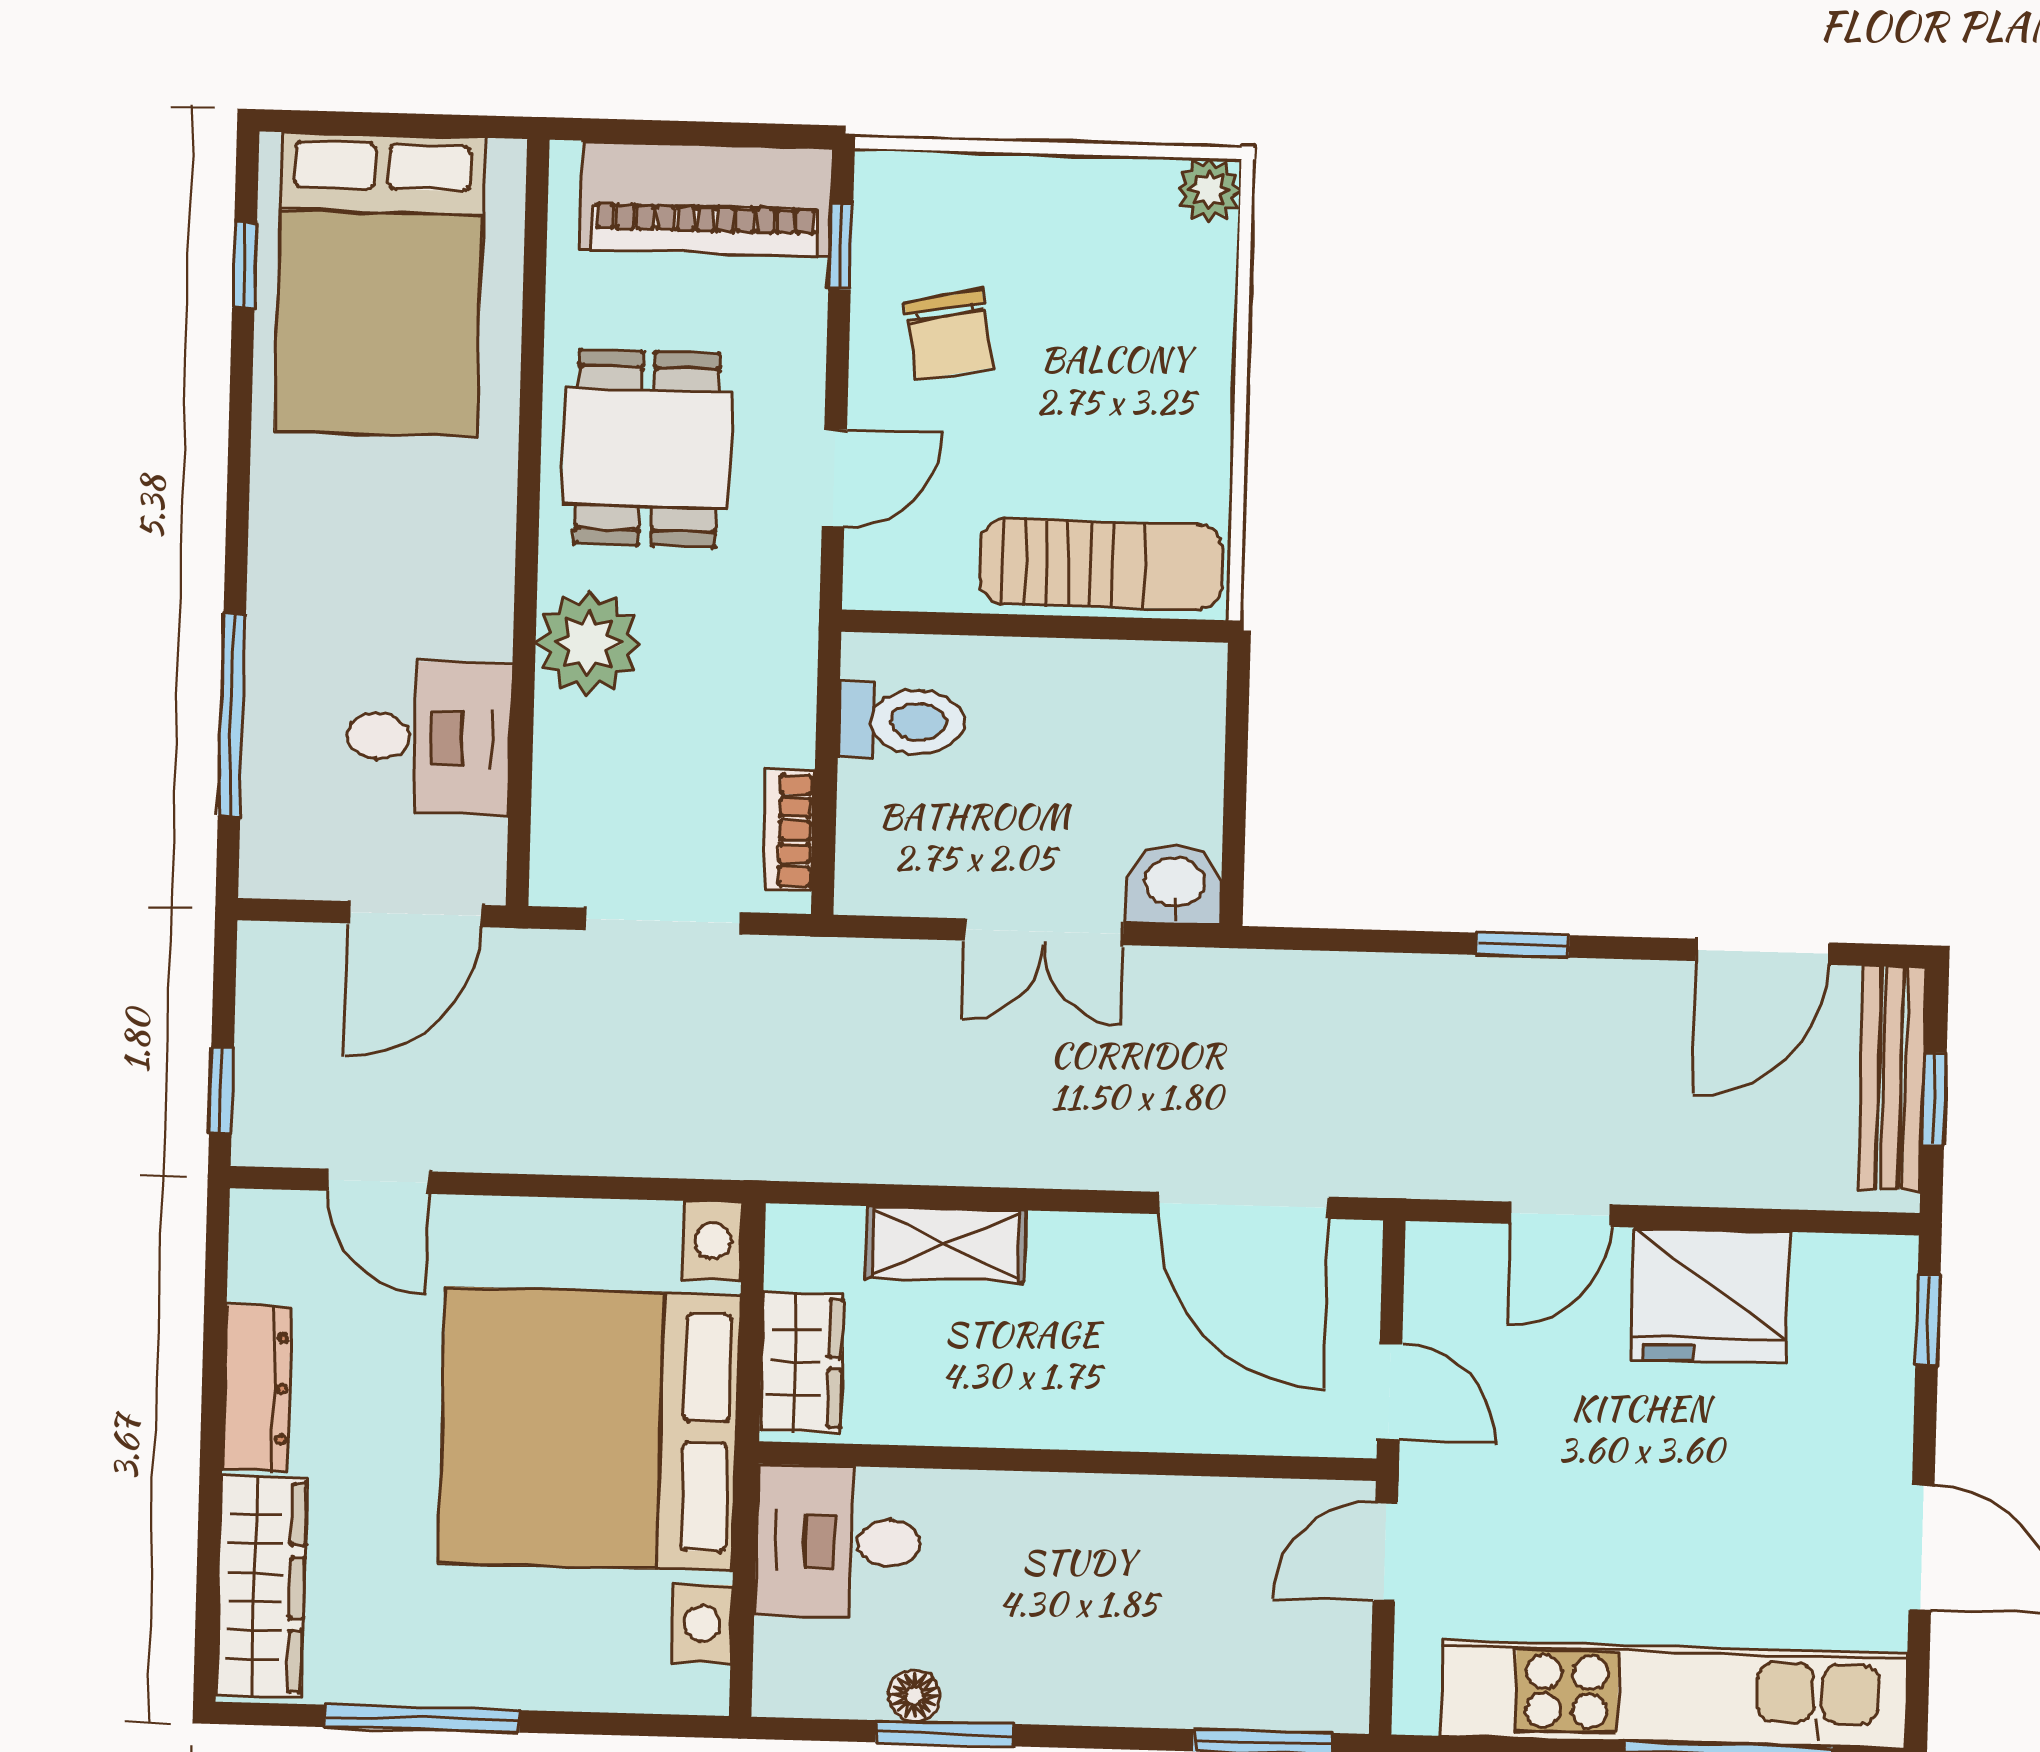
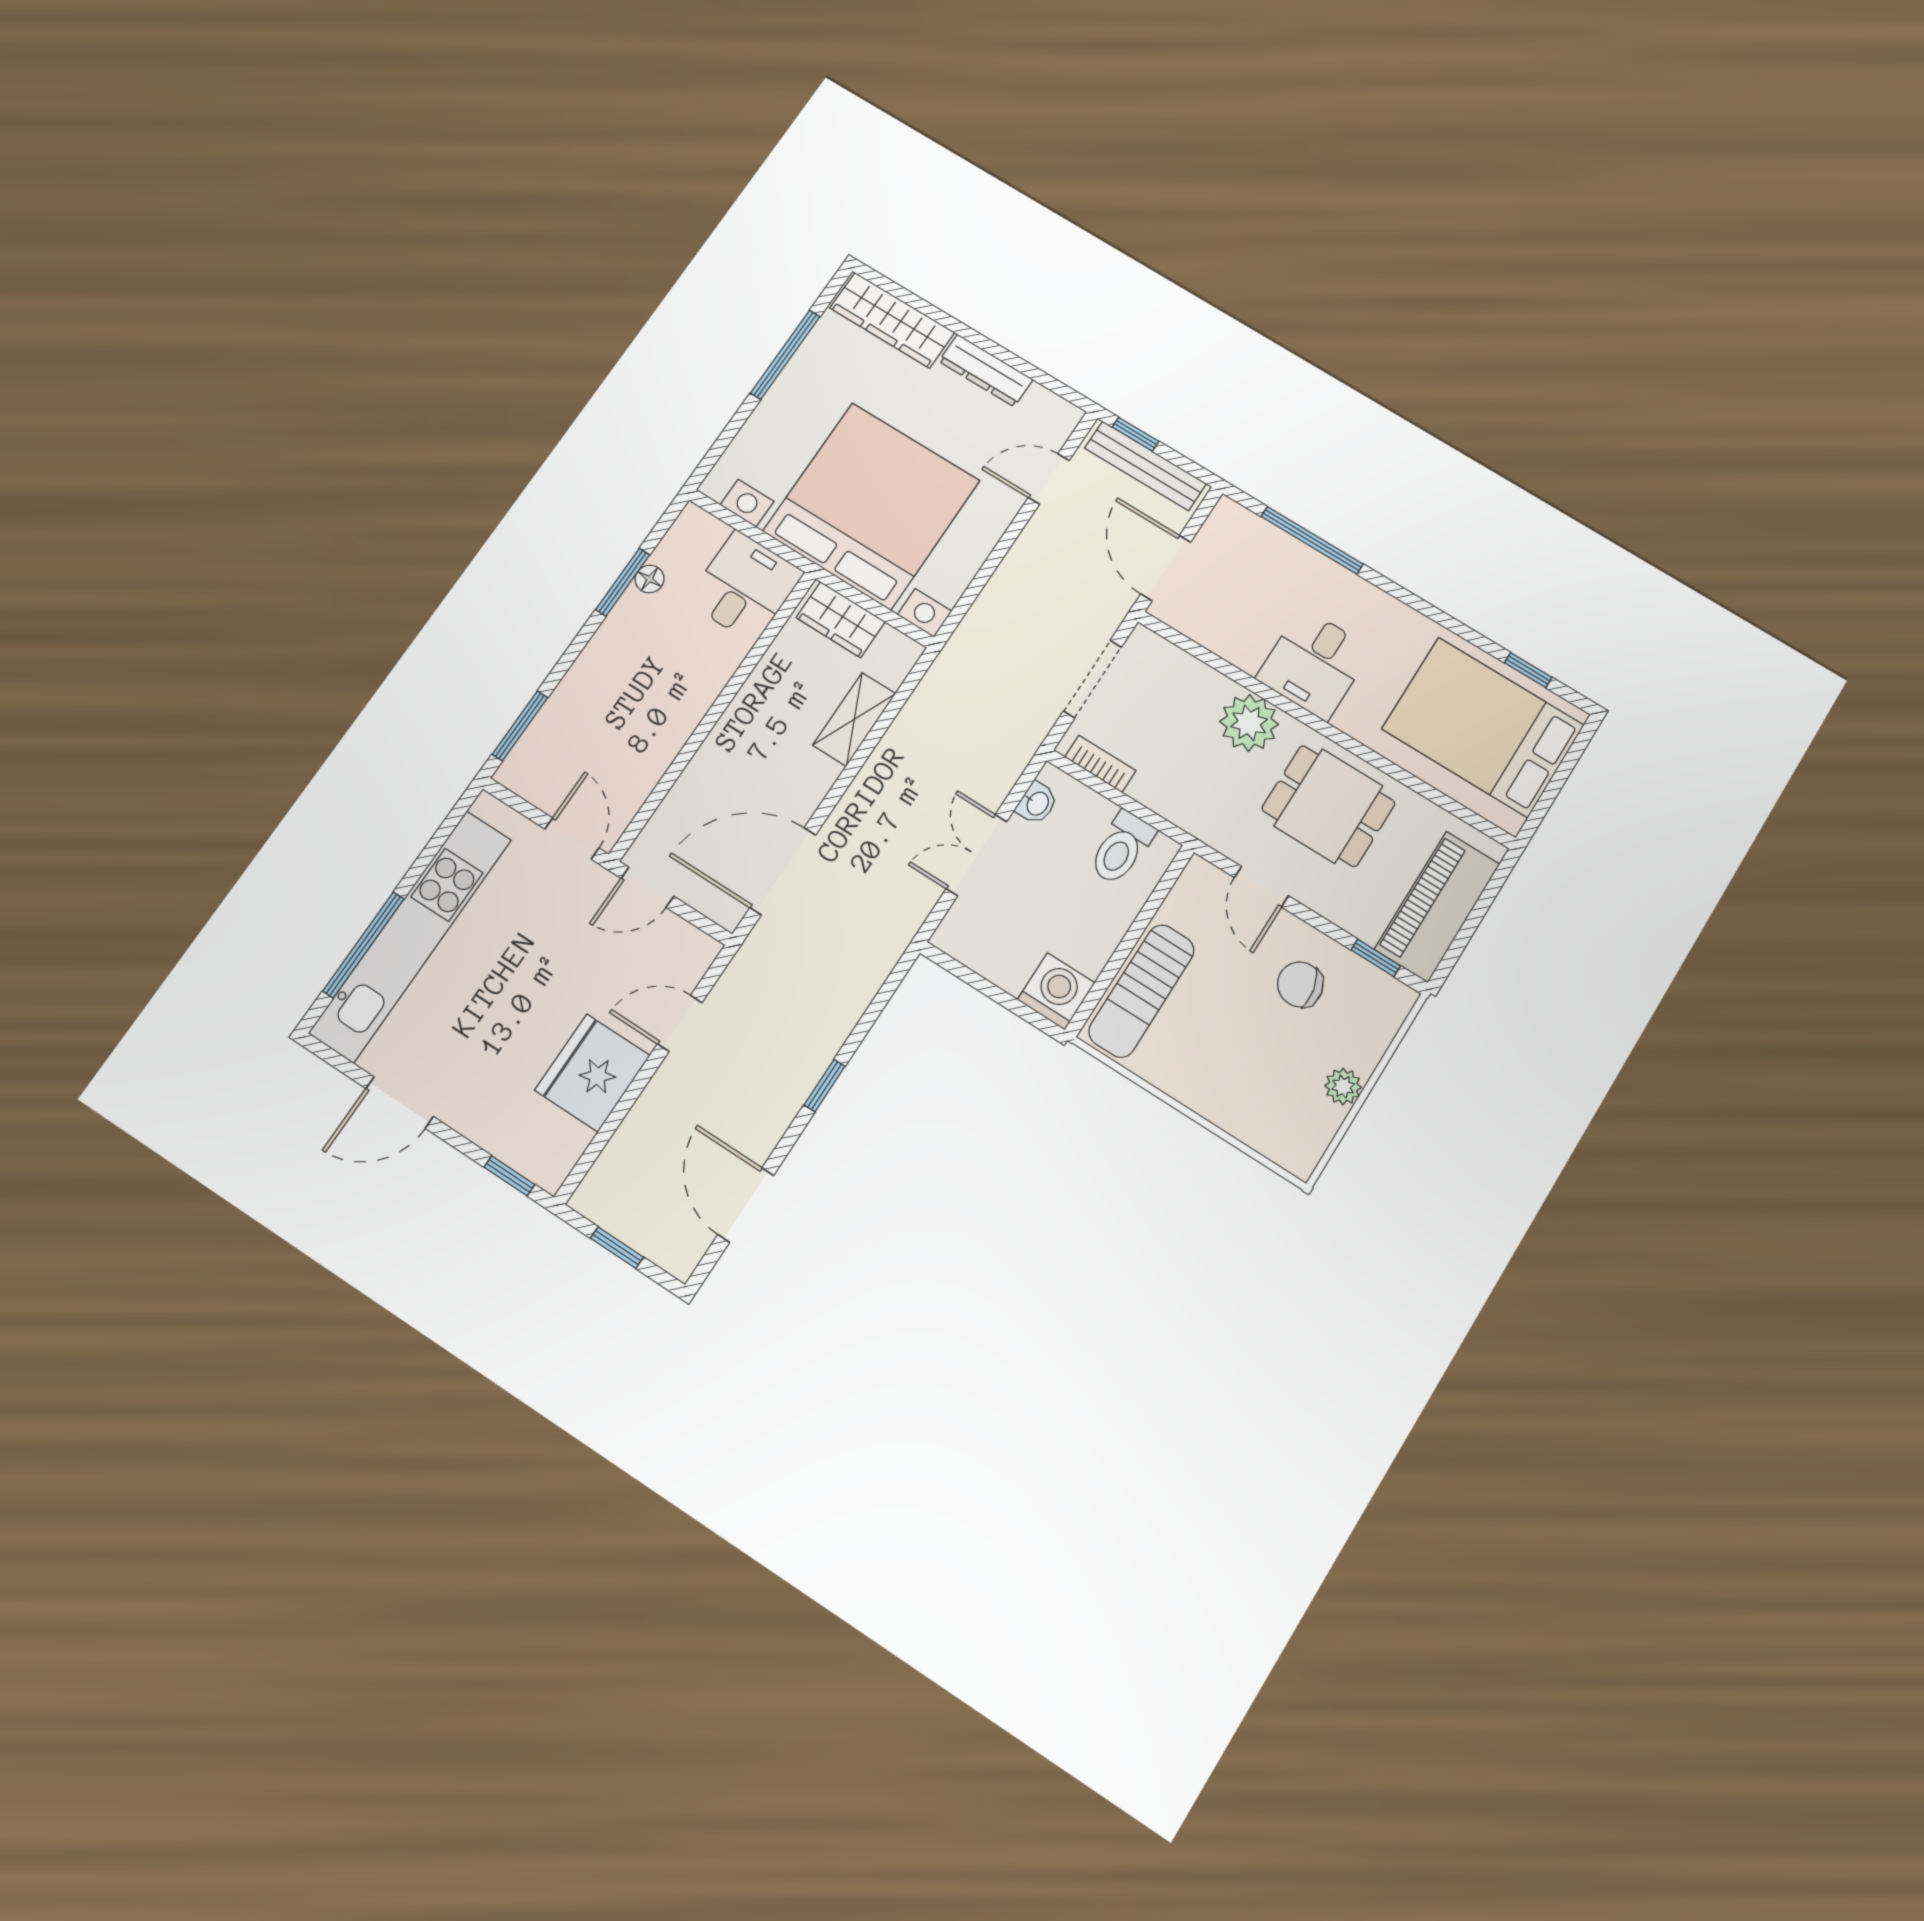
plant: (1209, 190) -> (1343, 1087), moved
washing machine: (1178, 690) -> (1056, 991), added
desk: (429, 737) -> (1314, 664), moved
washbasin: (1174, 884) -> (1037, 803), moved, width x0.72, depth x0.69
bench: (1892, 1078) -> (1145, 466), moved
door: (1561, 1214) -> (680, 1023), hinge flipped

